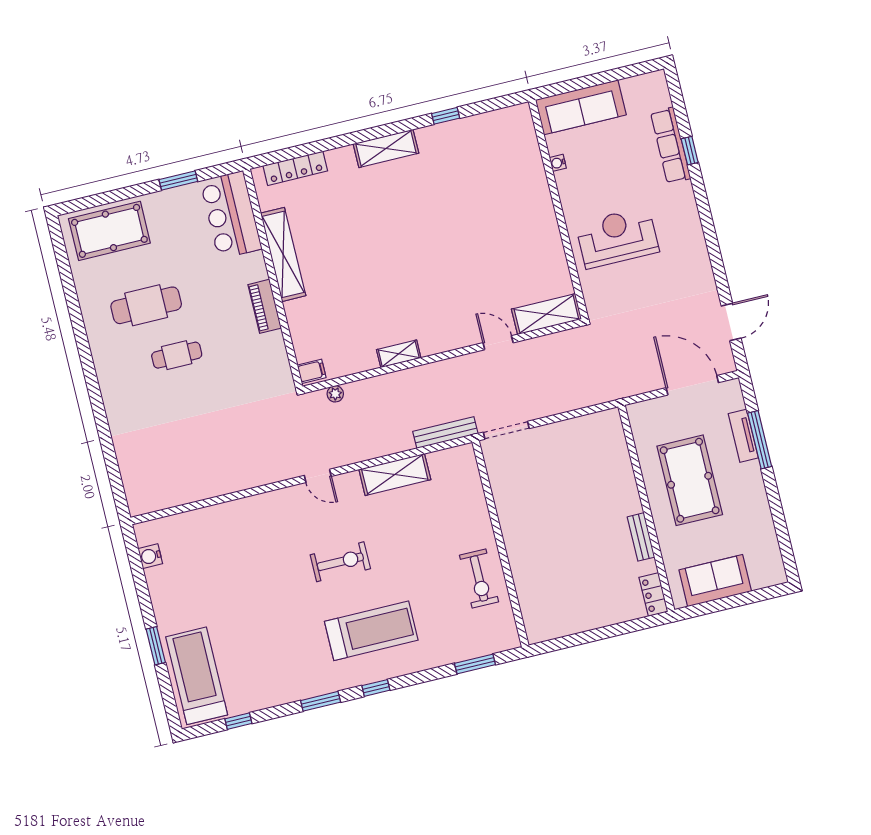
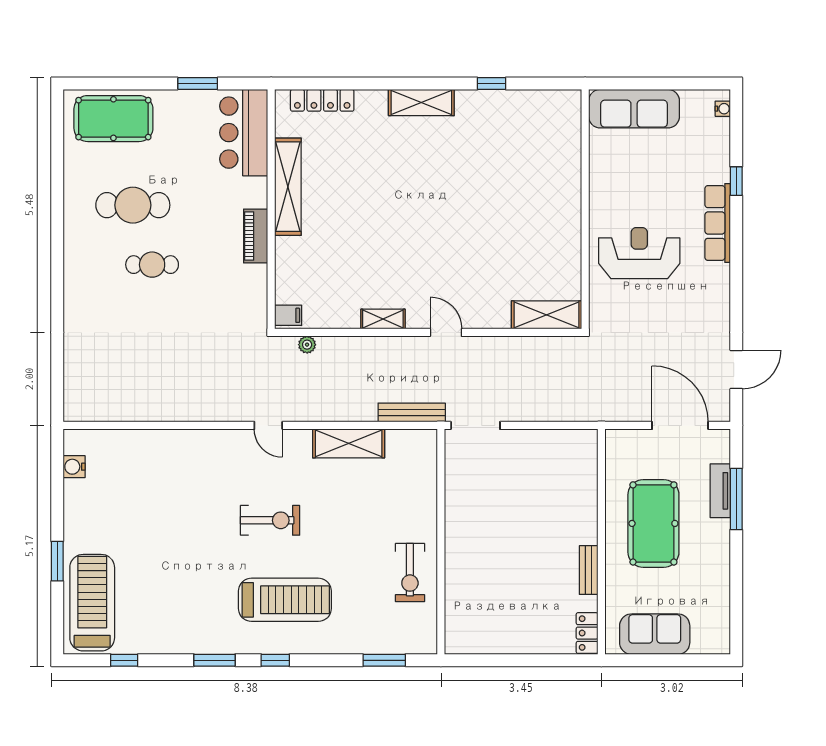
row of seats: (671, 145) -> (718, 223), moved
water cooler: (558, 163) -> (723, 109), moved, turned 180
door: (498, 343) -> (446, 332), moved

